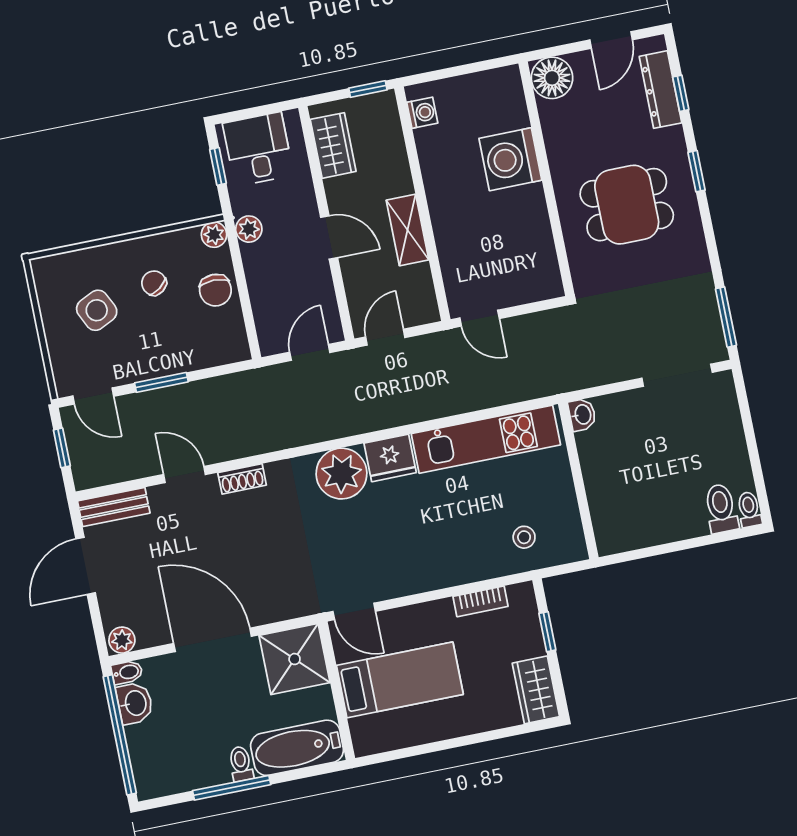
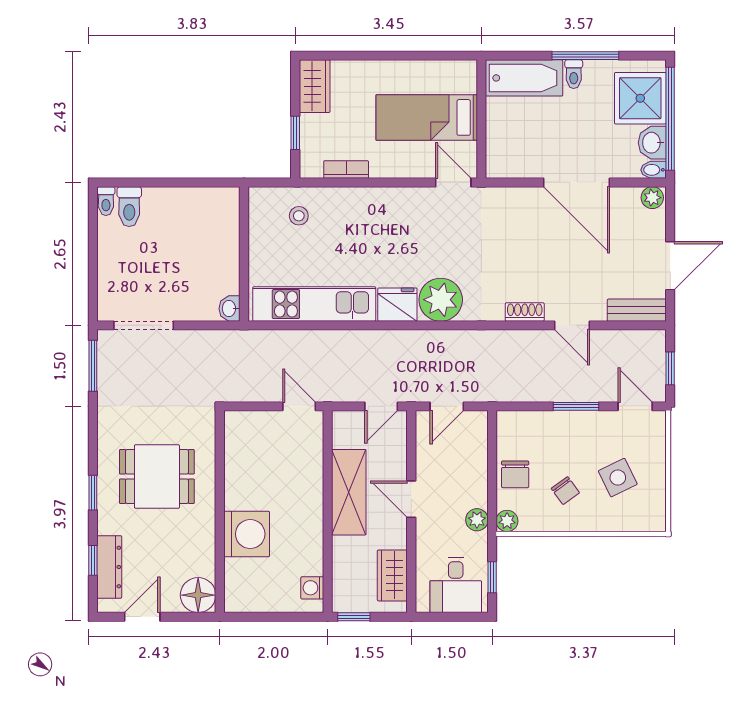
shelving: (407, 230) -> (349, 492), width x1.50, depth x1.33
chair: (215, 290) -> (515, 474), turned 180
shower: (295, 659) -> (640, 98), moved

